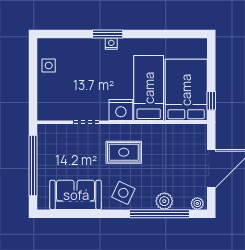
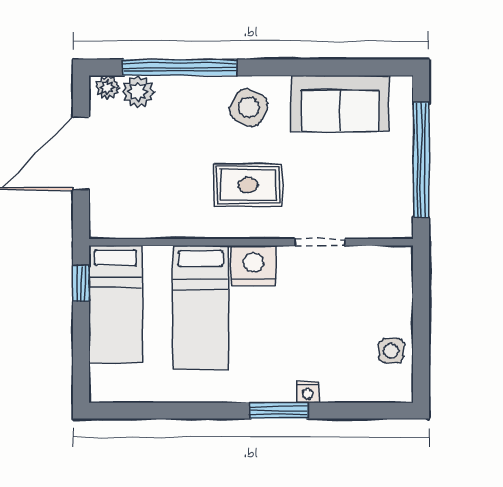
nightstand: (111, 44) -> (308, 392), moved
bed: (186, 90) -> (115, 304), width x0.67
plant: (164, 201) -> (138, 92), moved

